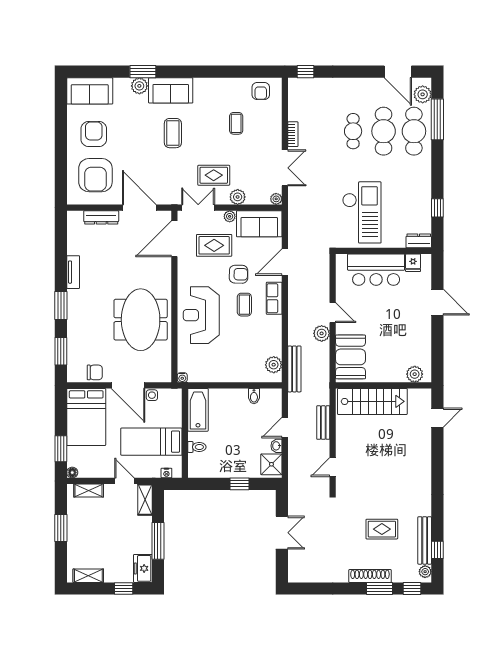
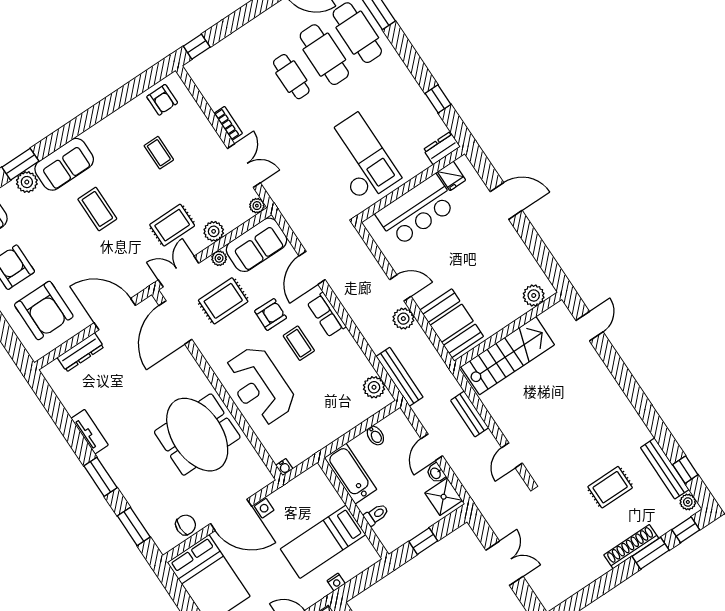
bathtub: (198, 410) -> (350, 474), moved
wall: (185, 433) -> (353, 508), moved
bed: (151, 442) -> (323, 542), moved
toilet: (197, 447) -> (376, 515), moved

